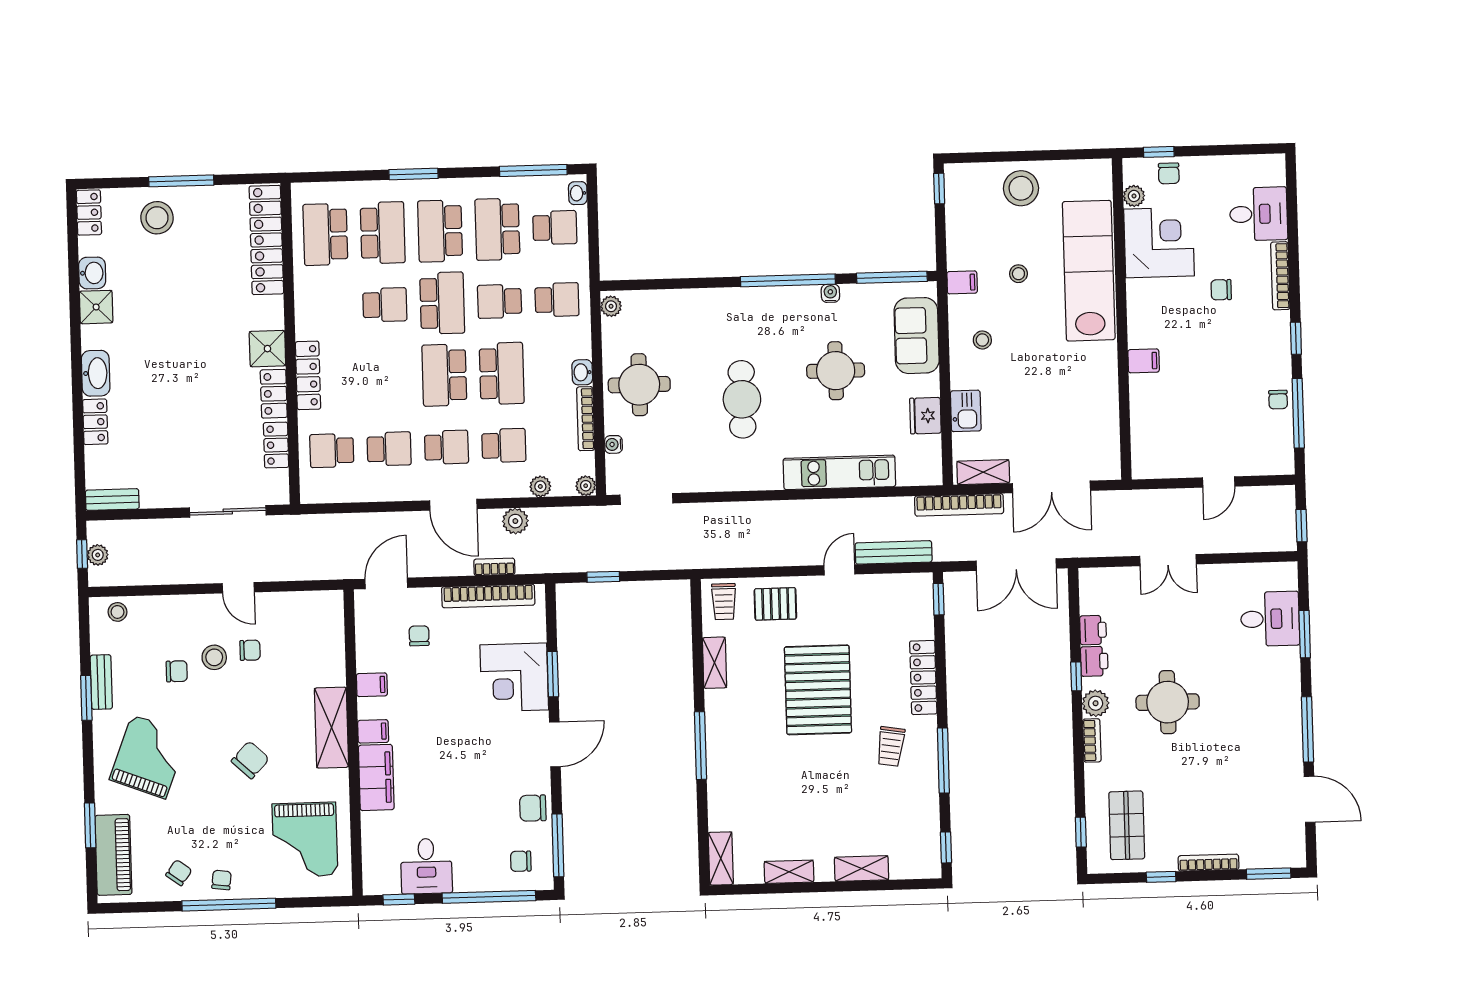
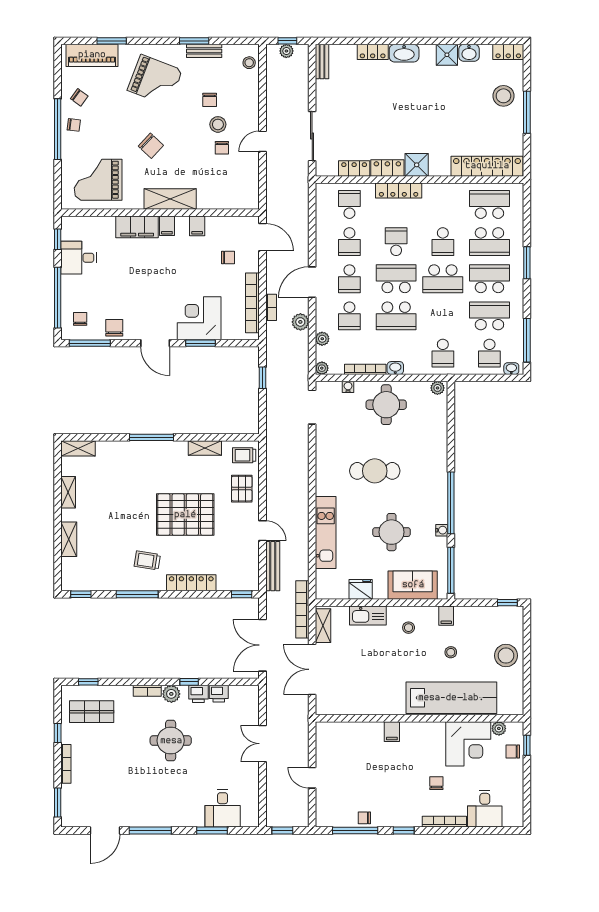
school desk: (500, 301) -> (396, 242), moved
kitchen sink: (966, 411) -> (368, 615), width x1.38

